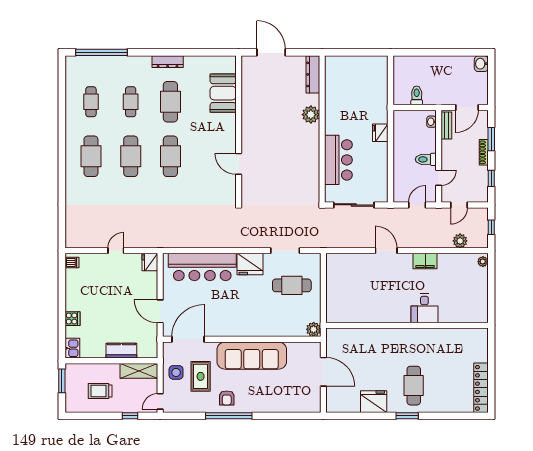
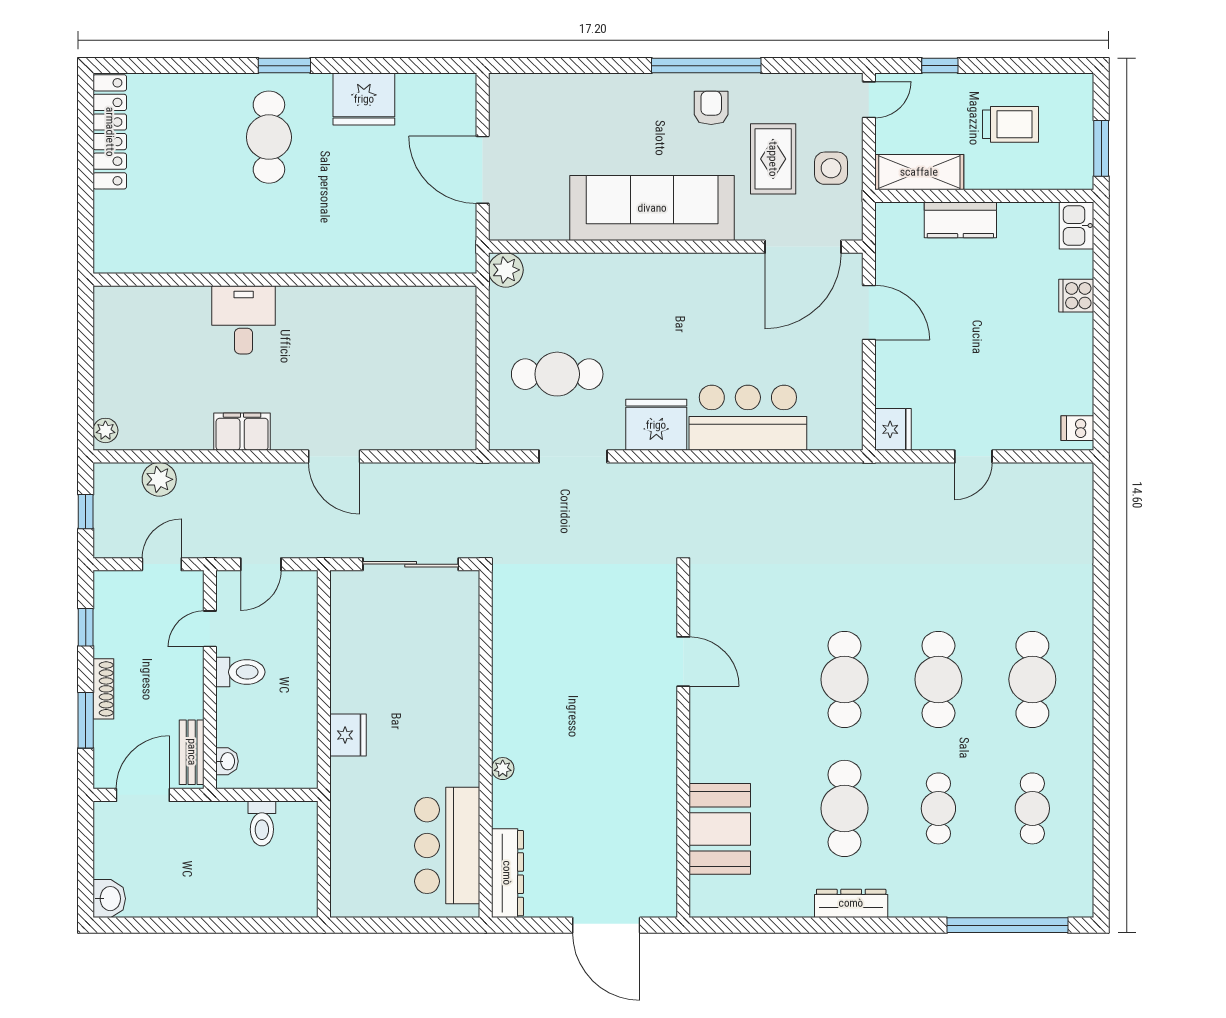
plant: (311, 115) -> (503, 769), width x0.53, depth x0.53
bar counter: (338, 160) -> (447, 846), moved
bar counter: (202, 267) -> (748, 418), width x0.73

